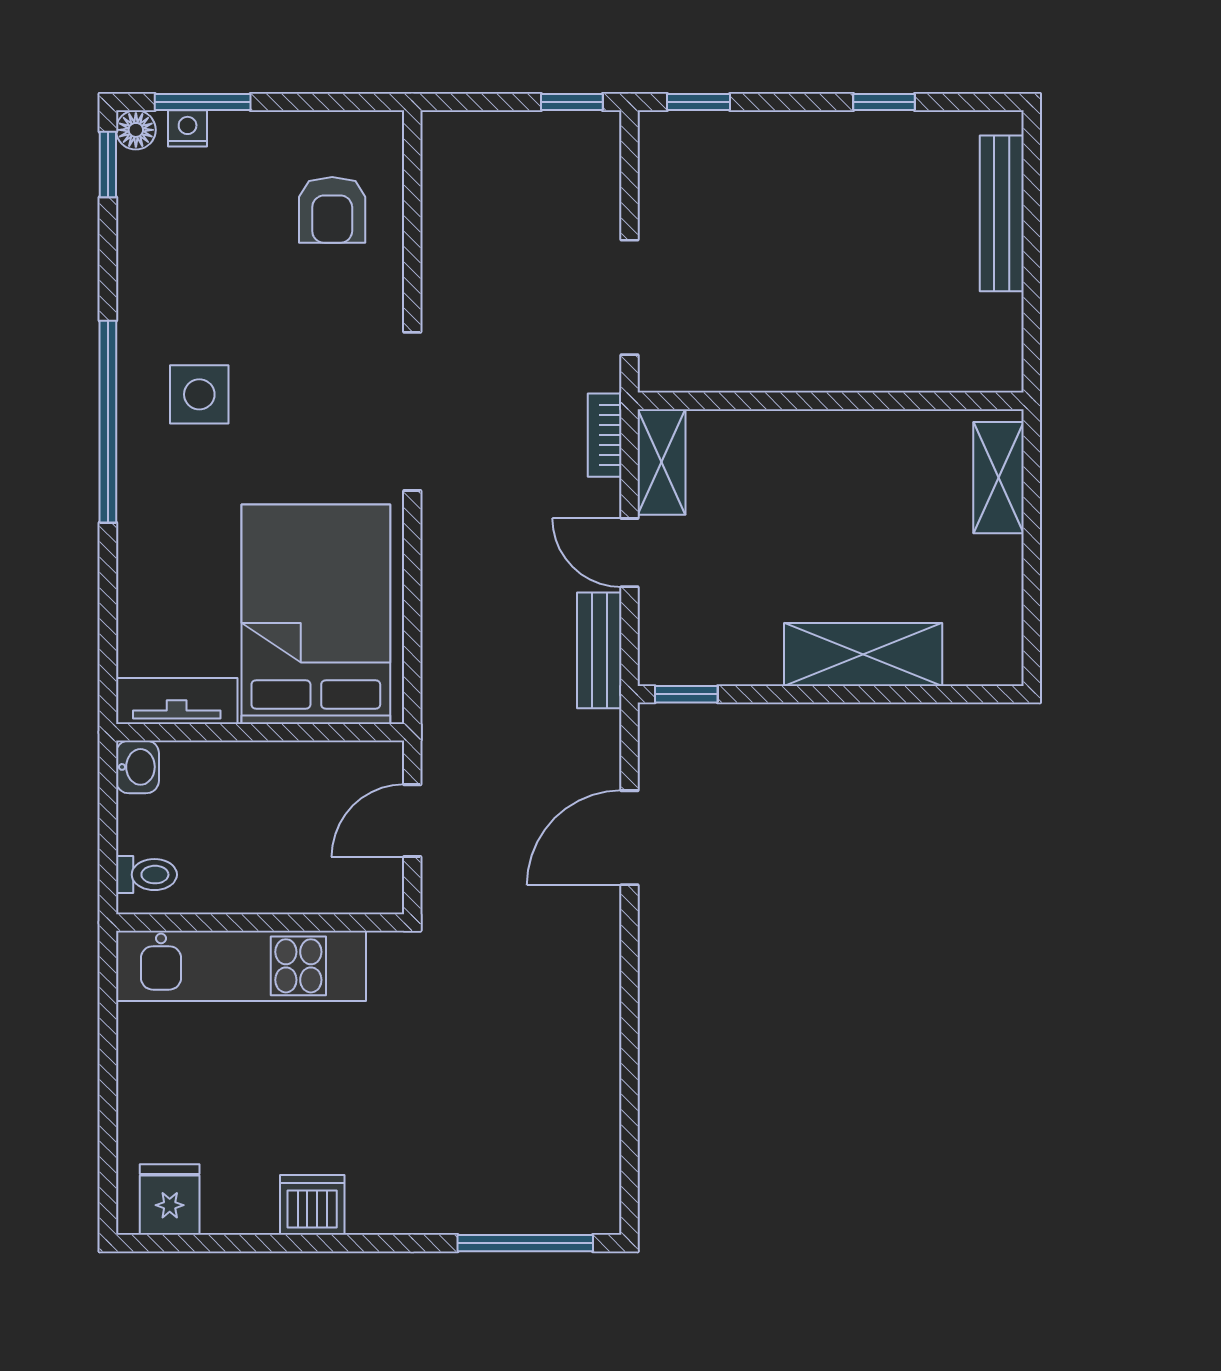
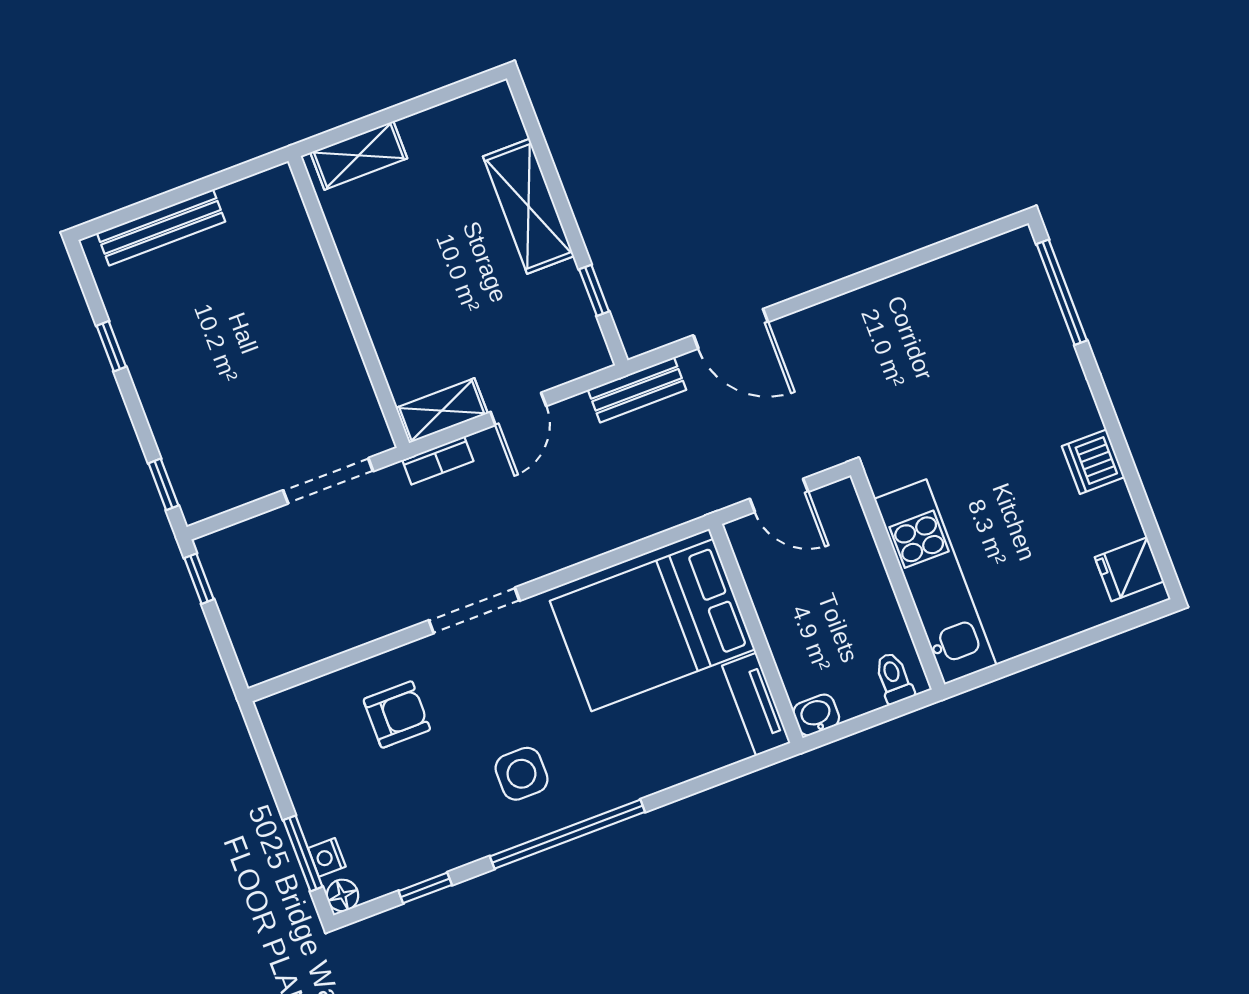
window: (108, 164) -> (425, 888), moved
armchair: (332, 210) -> (397, 715), moved
doorway: (412, 411) -> (474, 610), width x0.73
bench: (599, 650) -> (637, 390), moved
window: (686, 694) -> (594, 290), moved

